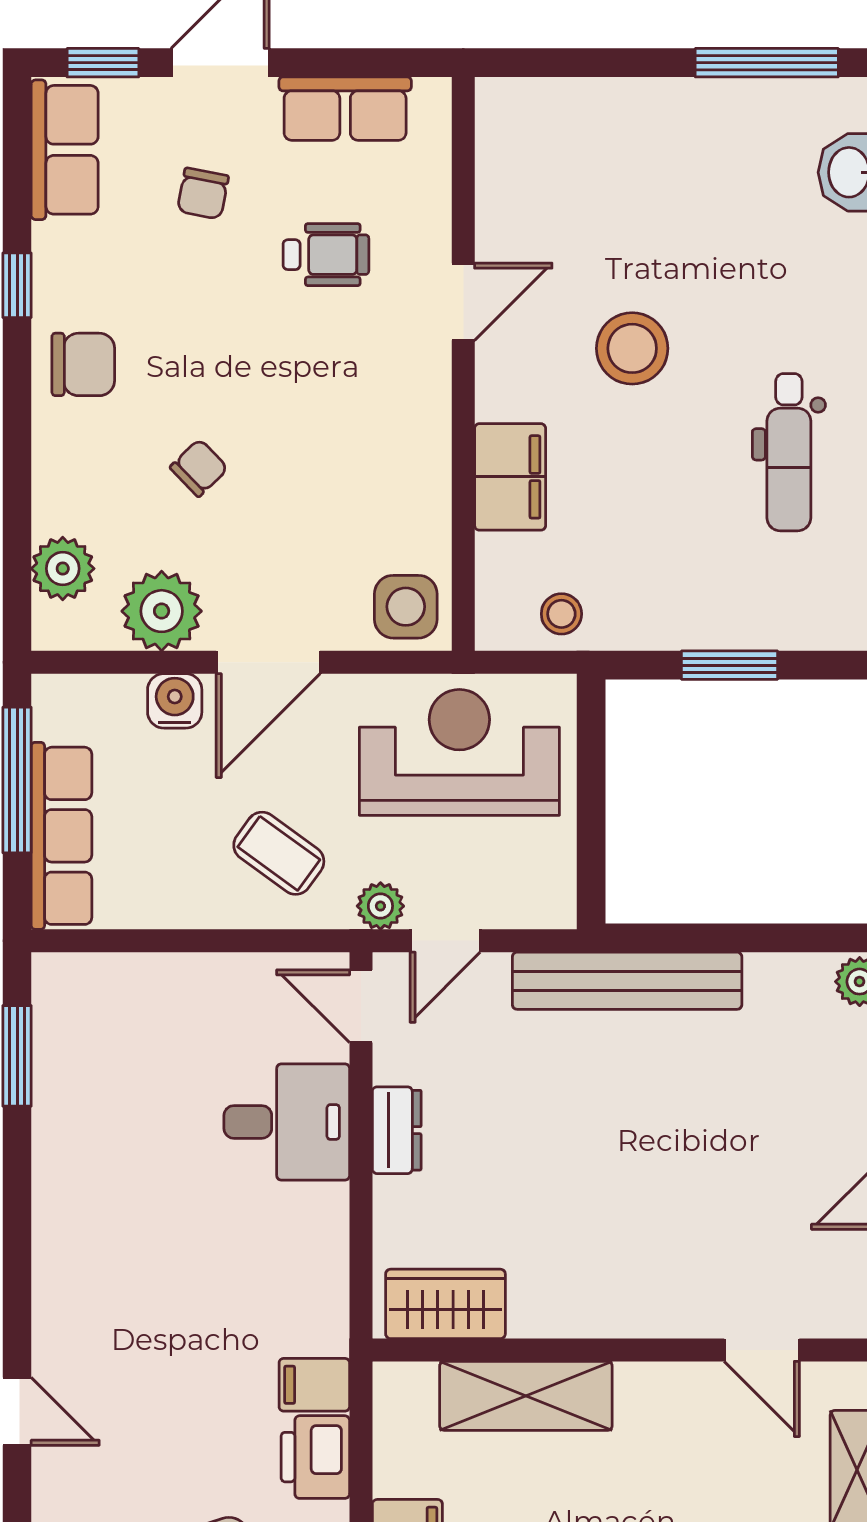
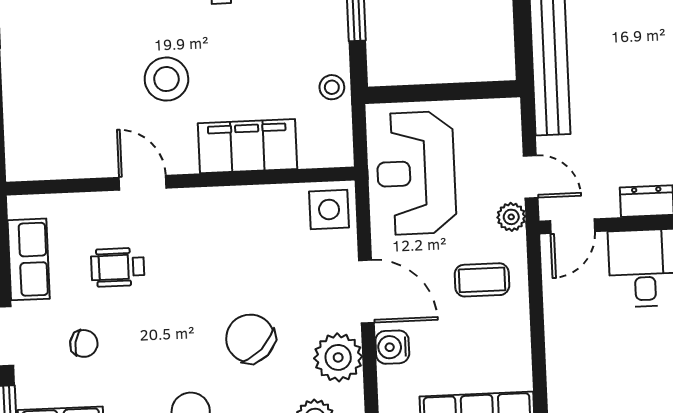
wheelchair: (326, 255) -> (118, 267), turned -90
chair: (199, 468) -> (250, 339), width x1.87, depth x1.87
filing cabinet: (510, 477) -> (247, 146), width x1.50, depth x1.17
stool: (561, 614) -> (332, 87), moved
coffee table: (279, 853) -> (482, 280), turned 54

